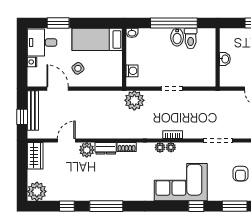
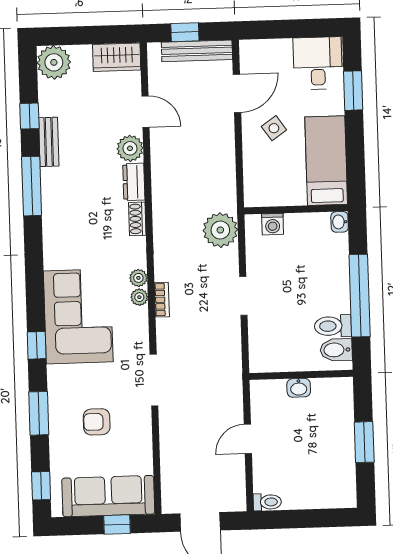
bidet: (177, 37) -> (336, 350), moved
nightstand: (32, 62) -> (283, 46), removed
bench: (82, 196) -> (49, 142), added

